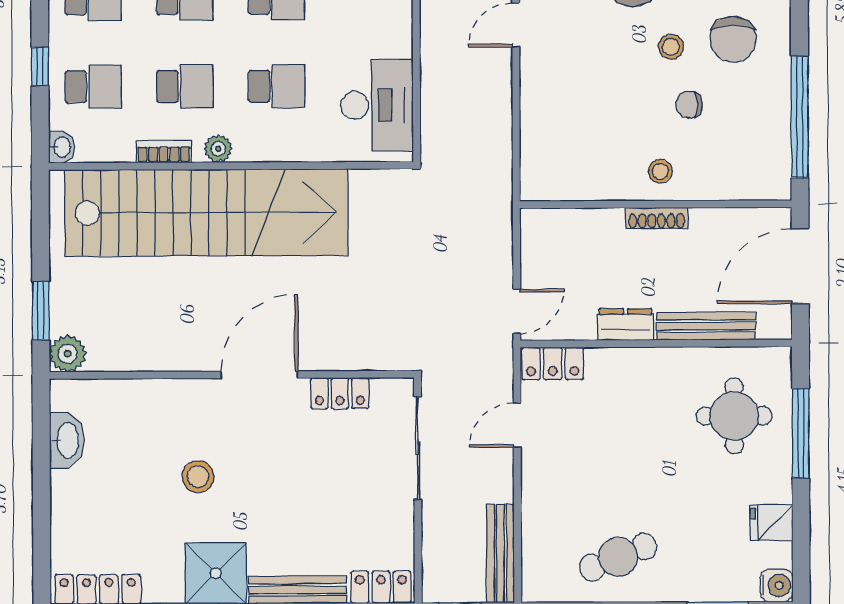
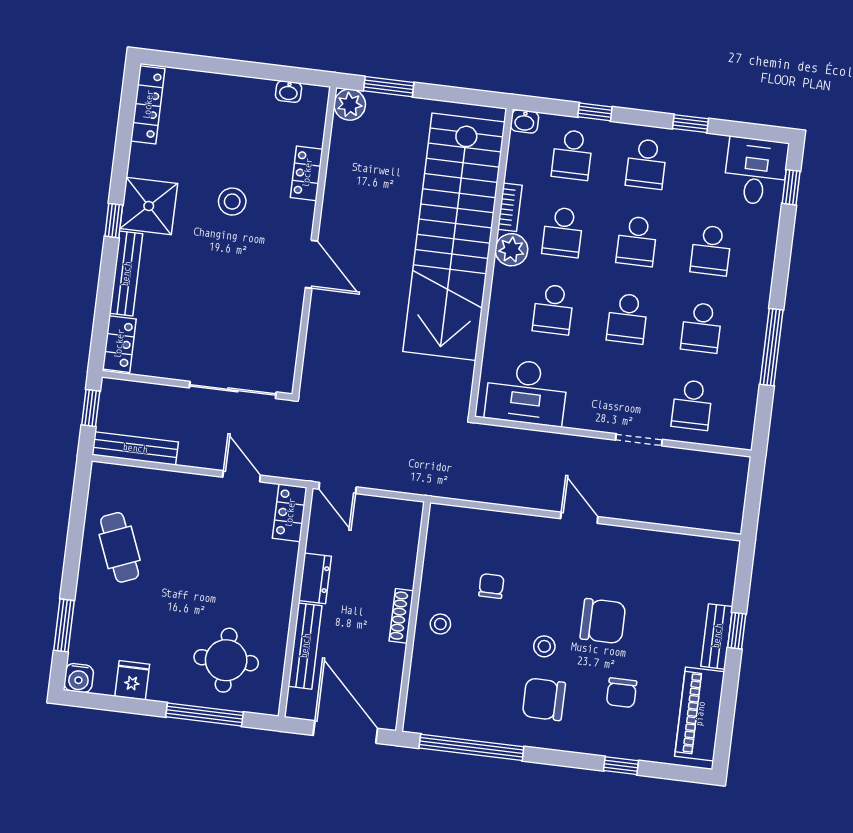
chair: (689, 105) -> (491, 586), moved
plant: (218, 149) -> (511, 250), width x1.38, depth x1.38
door: (259, 375) -> (312, 264), width x0.73
locker: (340, 393) -> (307, 173), moved
washbasin: (67, 440) -> (289, 92), width x0.52, depth x0.69

